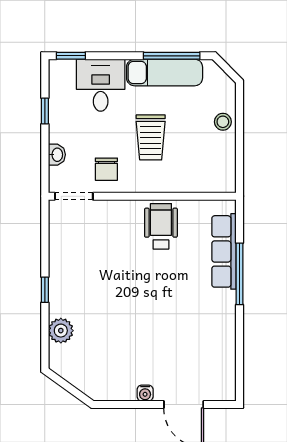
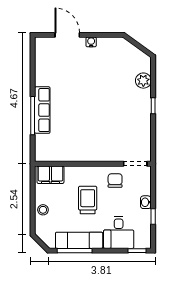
washbasin: (57, 155) -> (146, 202), moved
filing cabinet: (211, 178) -> (50, 175), added
wheelchair: (161, 226) -> (81, 145), removed
row of seats: (224, 251) -> (42, 110), moved

